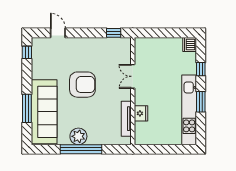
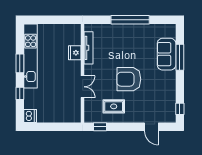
rug: (99, 55) -> (114, 106), added
sofa: (44, 112) -> (167, 54), width x0.54, depth x0.79
plant: (78, 136) -> (132, 32), removed

